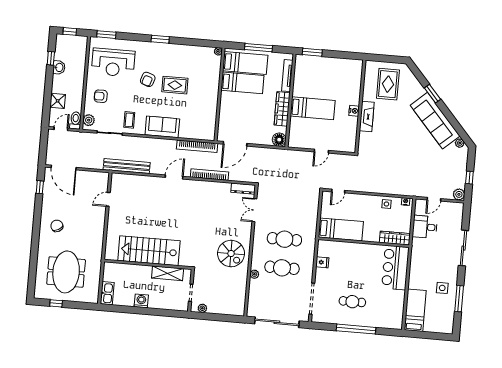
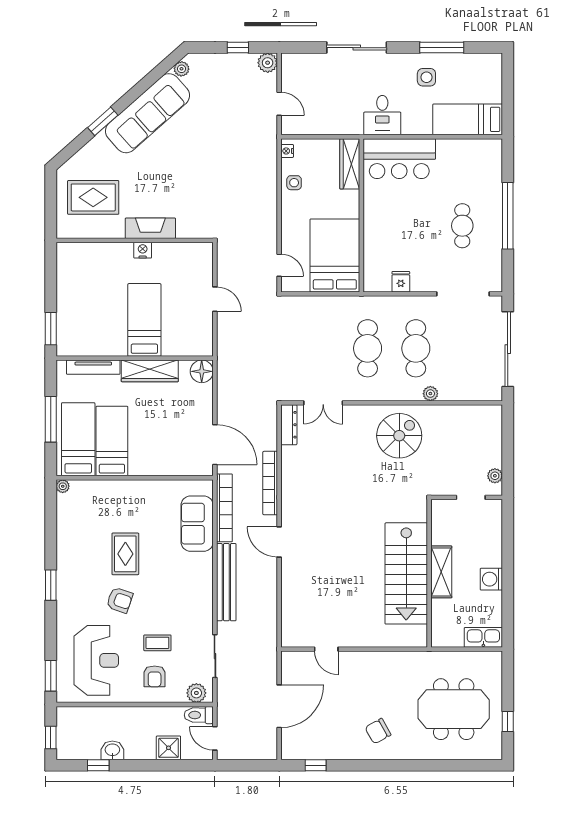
coffee table: (129, 120) -> (157, 643), moved
sofa: (162, 127) -> (197, 524), moved
bench: (127, 166) -> (226, 582), moved
door: (64, 167) -> (279, 706), moved
desk: (425, 227) -> (382, 115), moved
bed: (341, 229) -> (335, 255), width x1.50
shelving: (168, 273) -> (441, 572), moved

